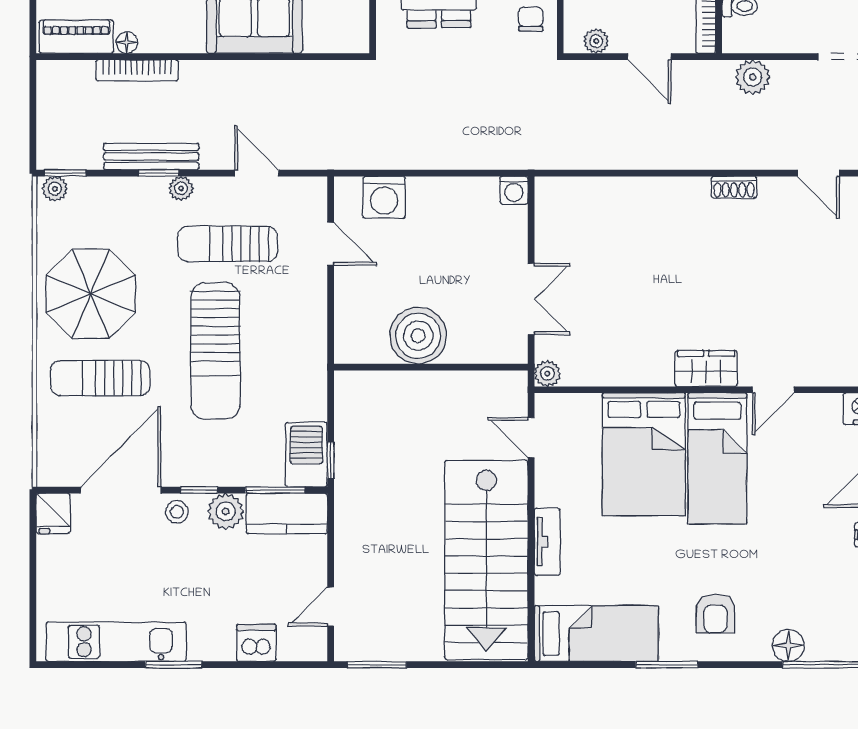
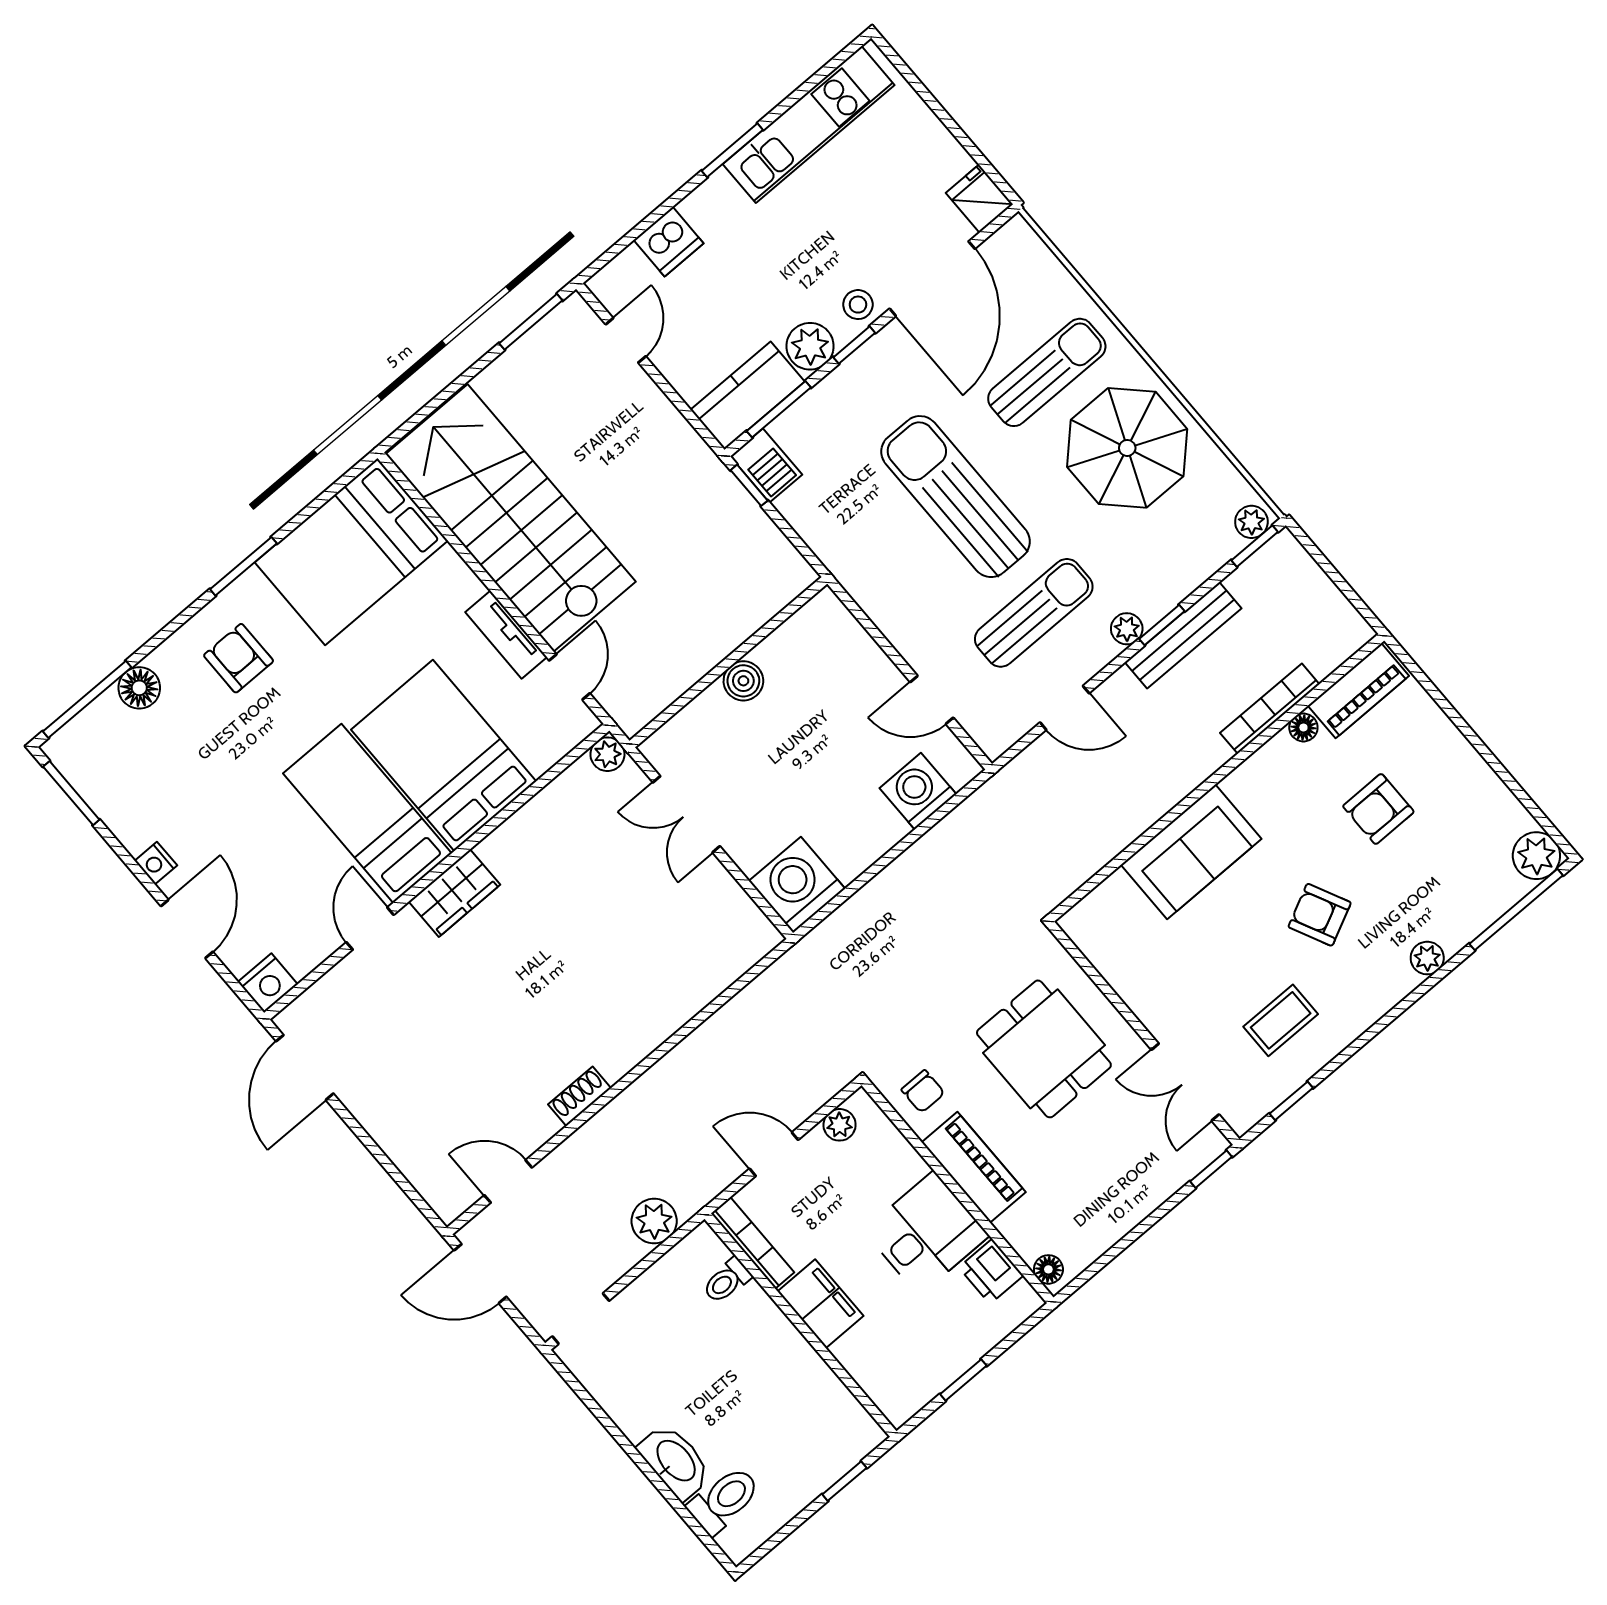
washing machine: (514, 190) -> (797, 885), width x1.89, depth x1.89
boiler: (418, 336) -> (743, 681), width x0.54, depth x0.54
door: (531, 438) -> (569, 677), hinge flipped
barbecue: (306, 455) -> (766, 465), width x0.73, depth x0.79
tv unit: (547, 542) -> (506, 635), moved
bed: (596, 634) -> (351, 552), width x1.50

